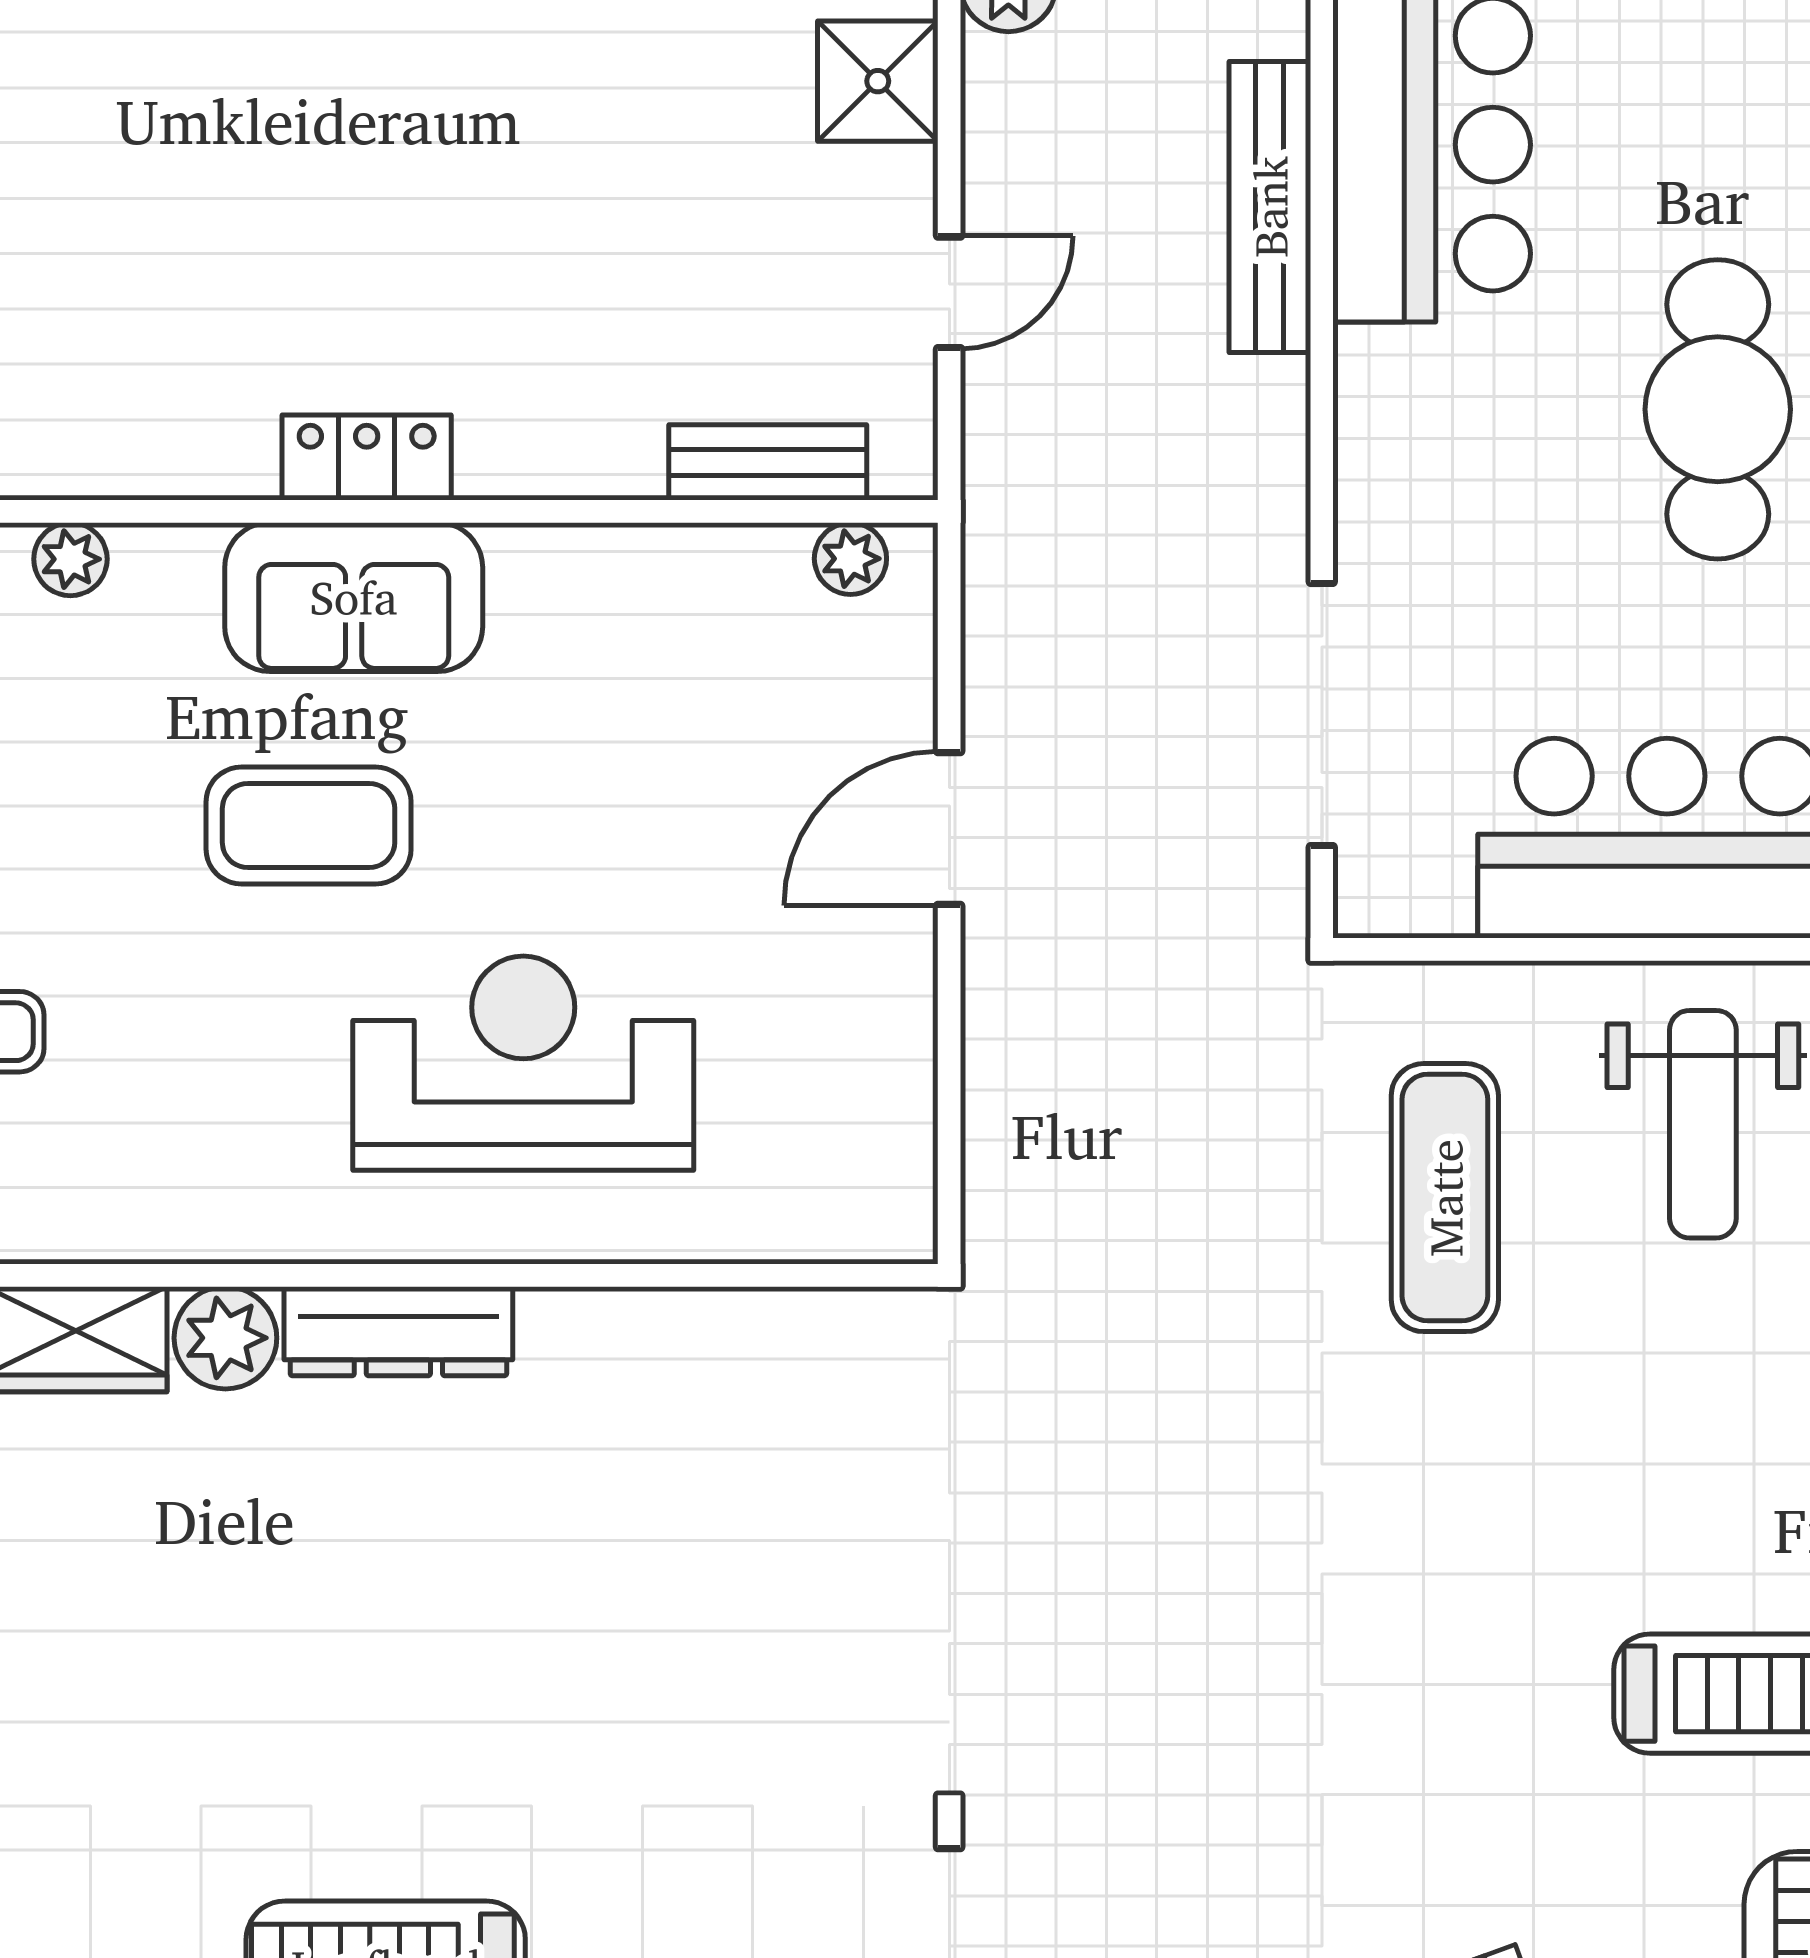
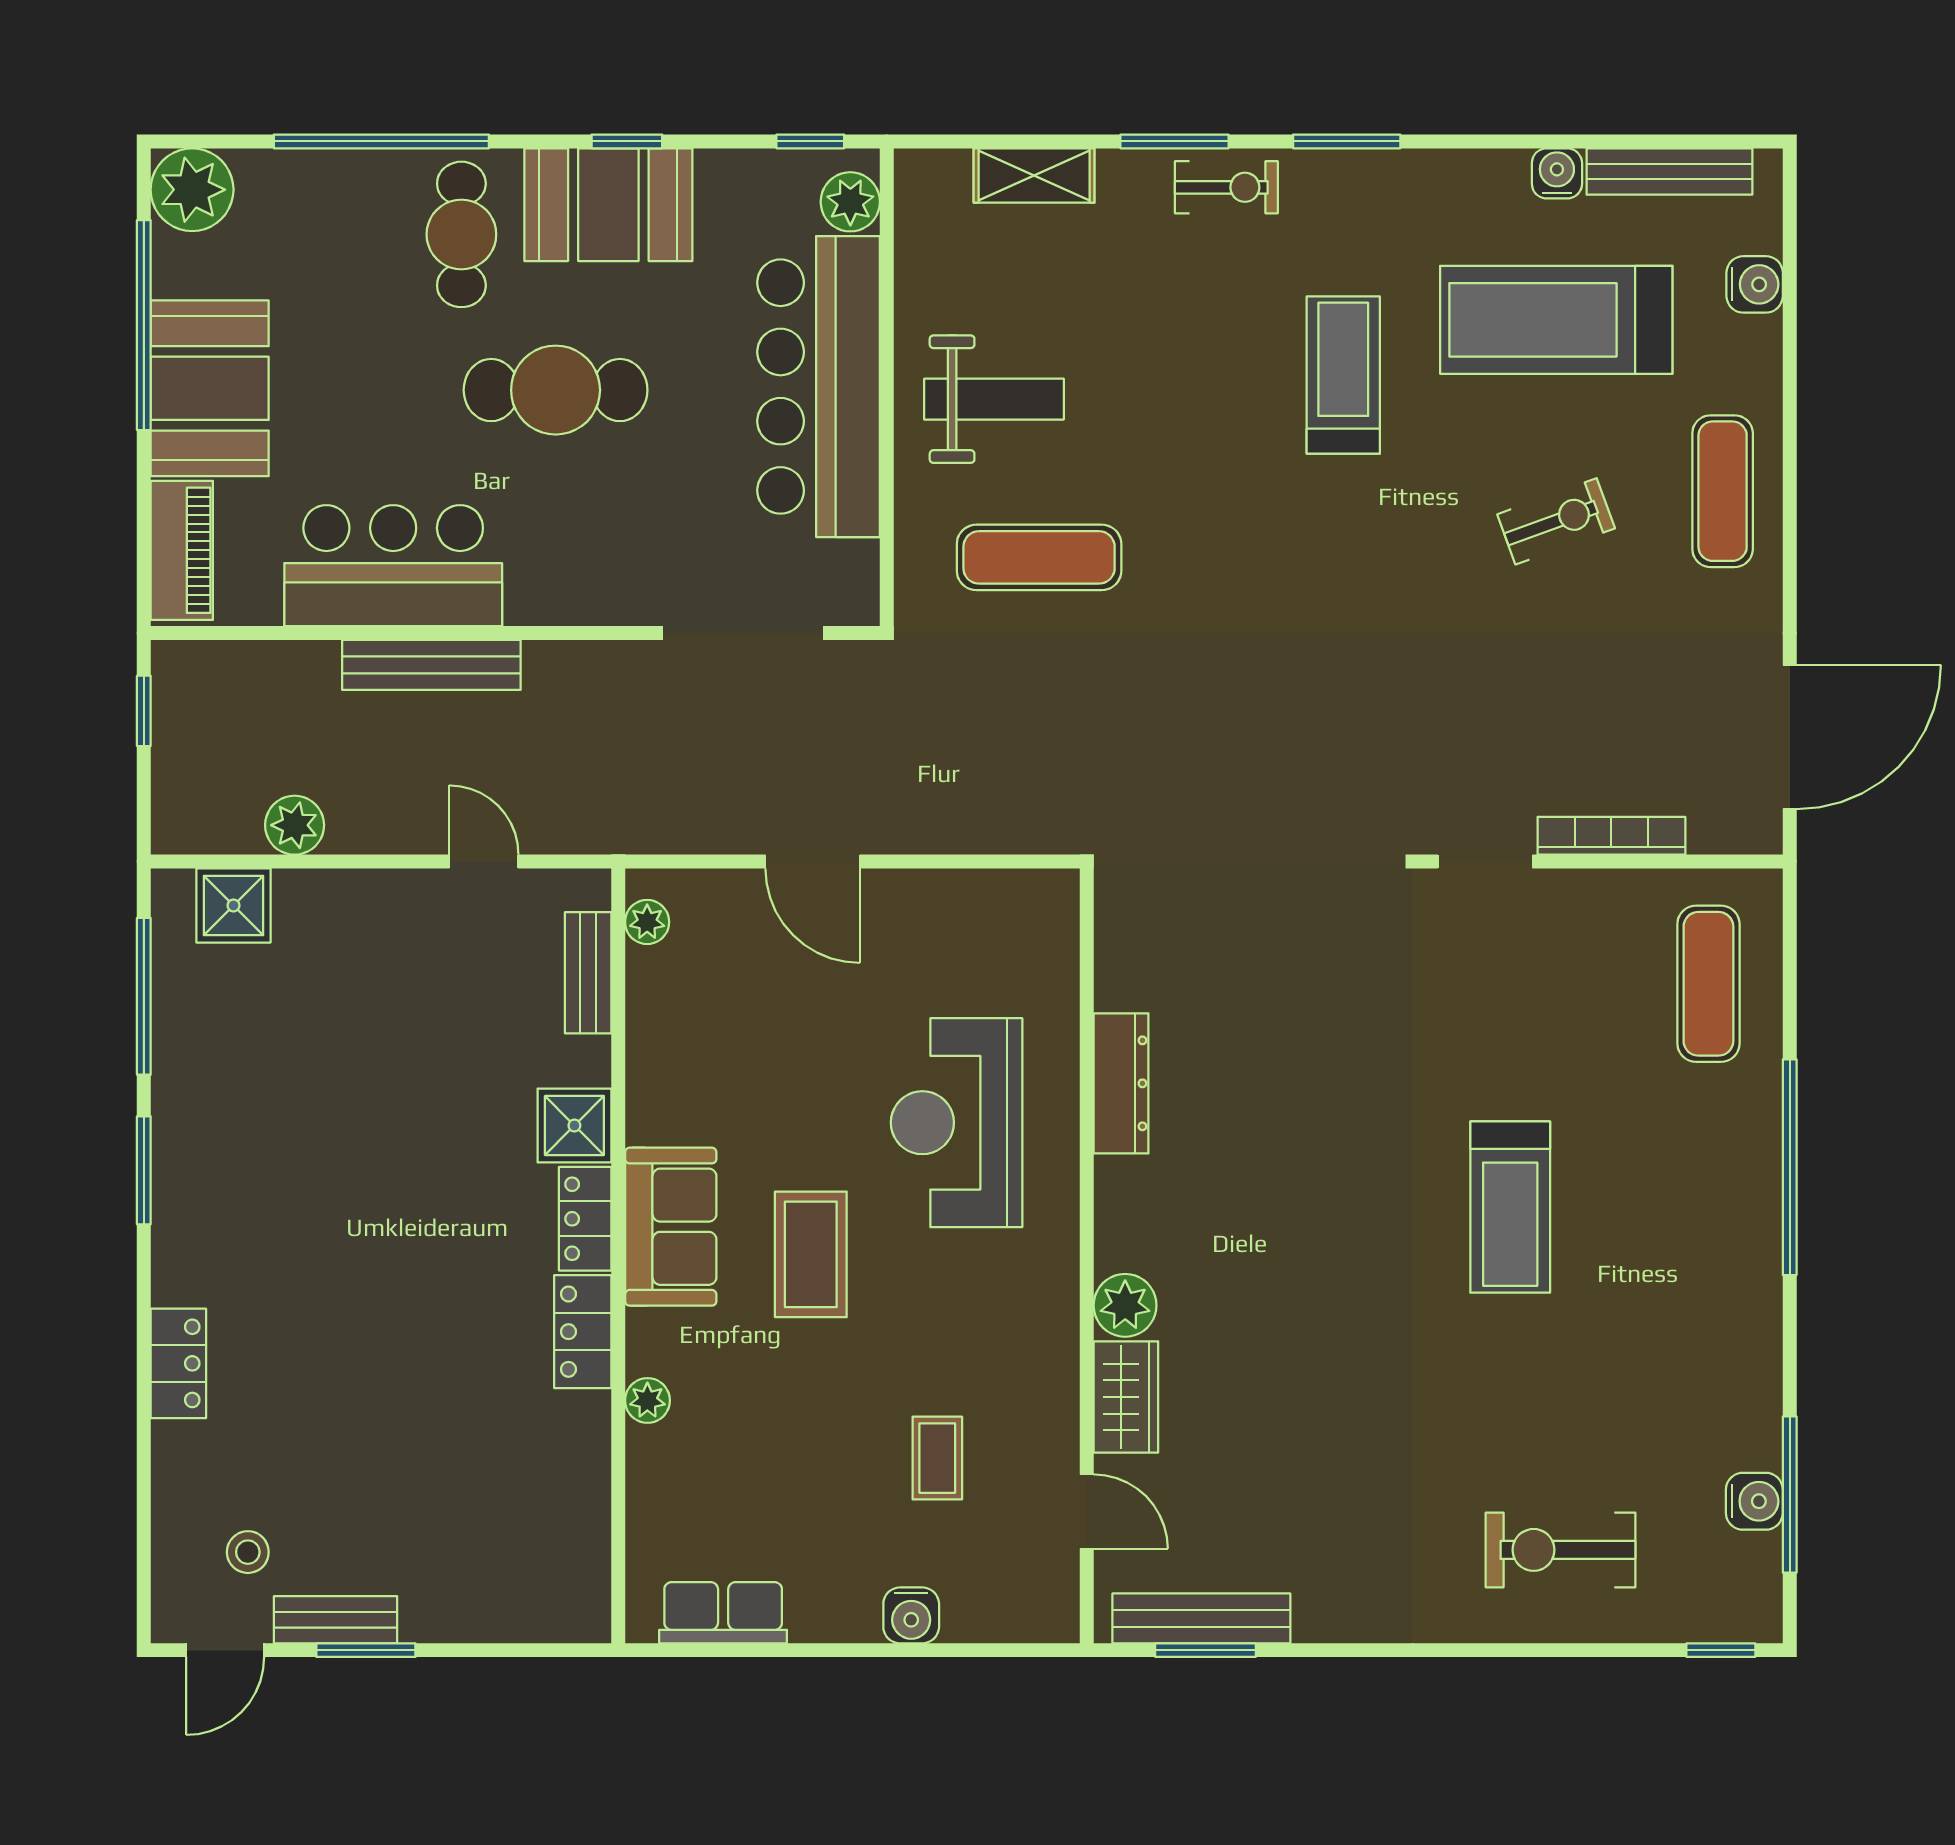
shower: (878, 81) -> (574, 1125), moved
locker: (183, 454) -> (583, 1332), added
dresser: (398, 1331) -> (1121, 1083), moved

